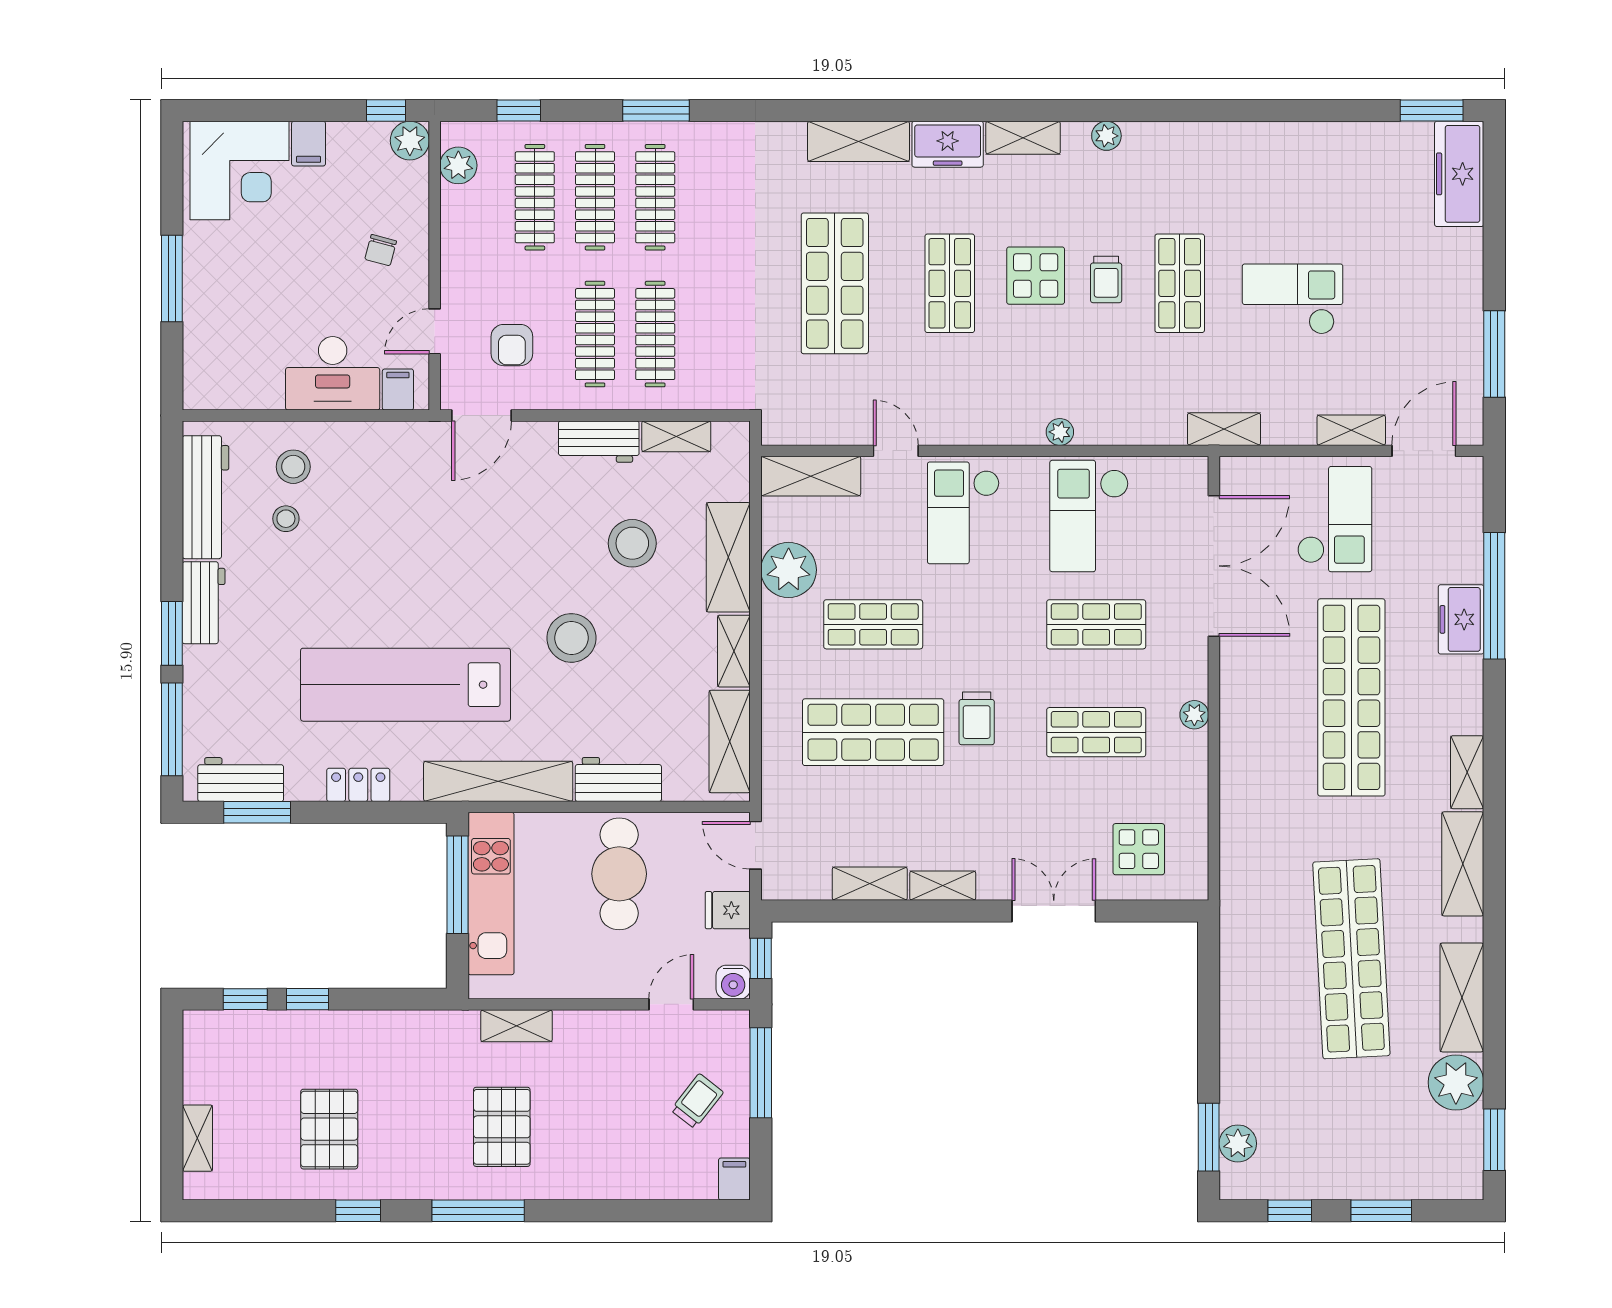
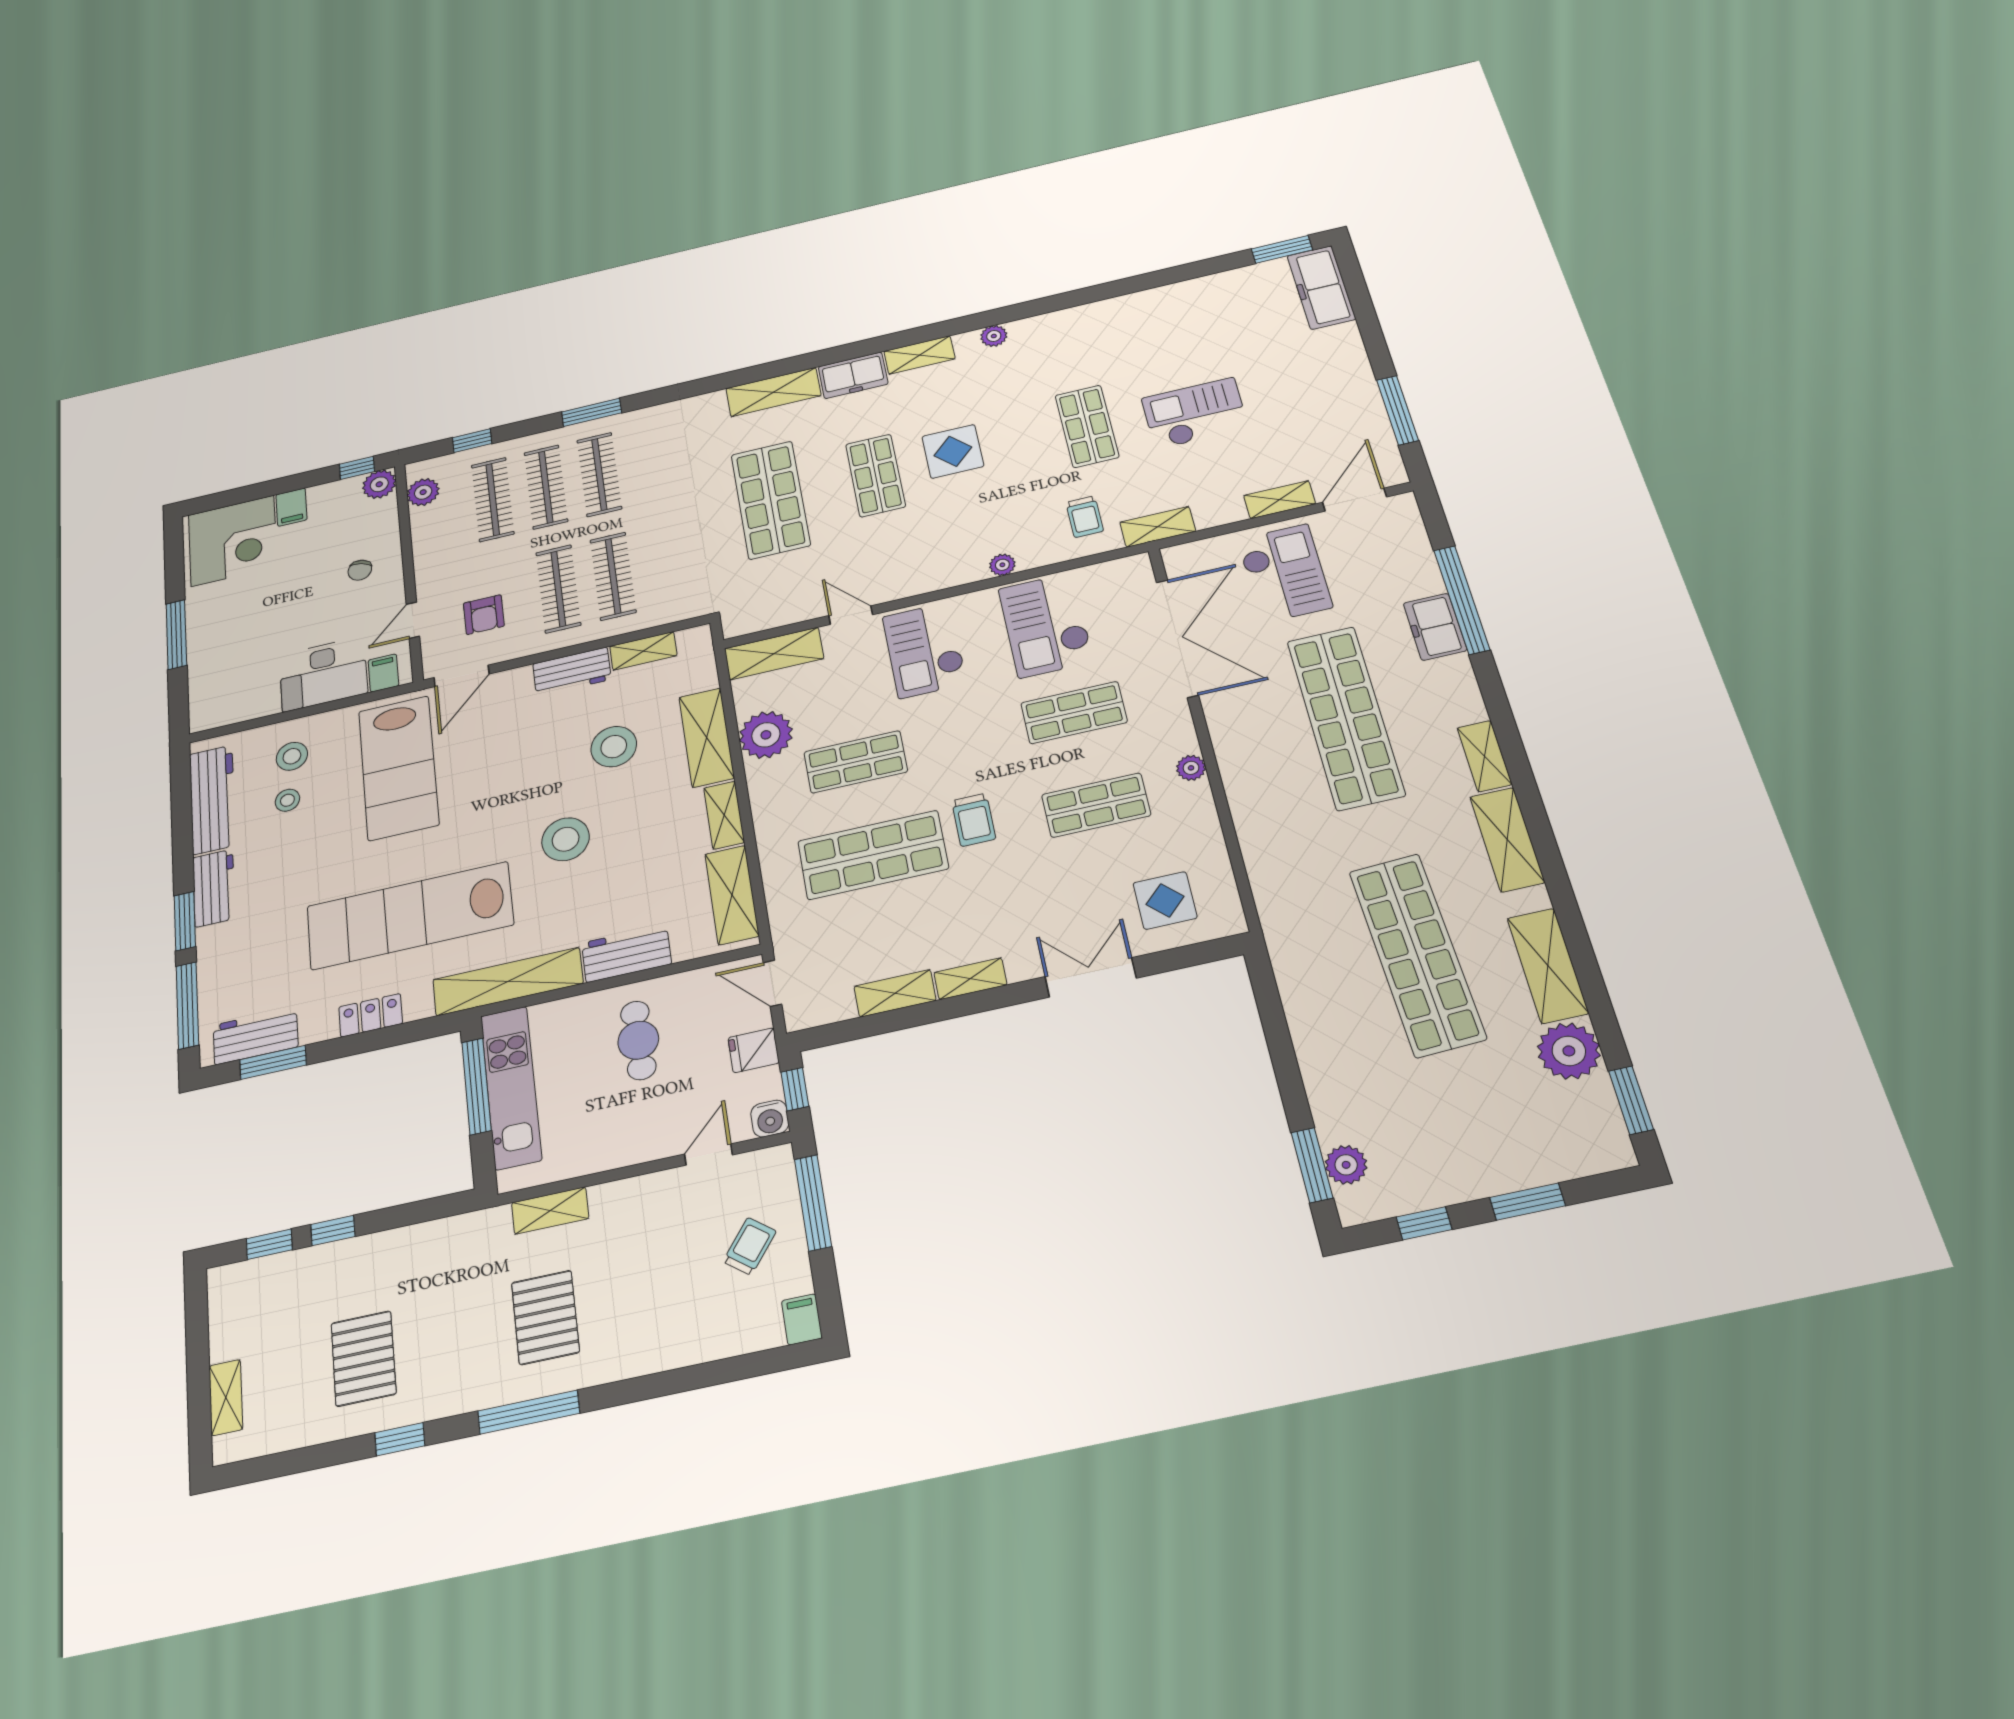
trolley: (1106, 280) -> (1085, 517), moved
lab bench: (406, 510) -> (399, 768), added
cafe table: (619, 874) -> (638, 1040), width x0.73, depth x0.74

